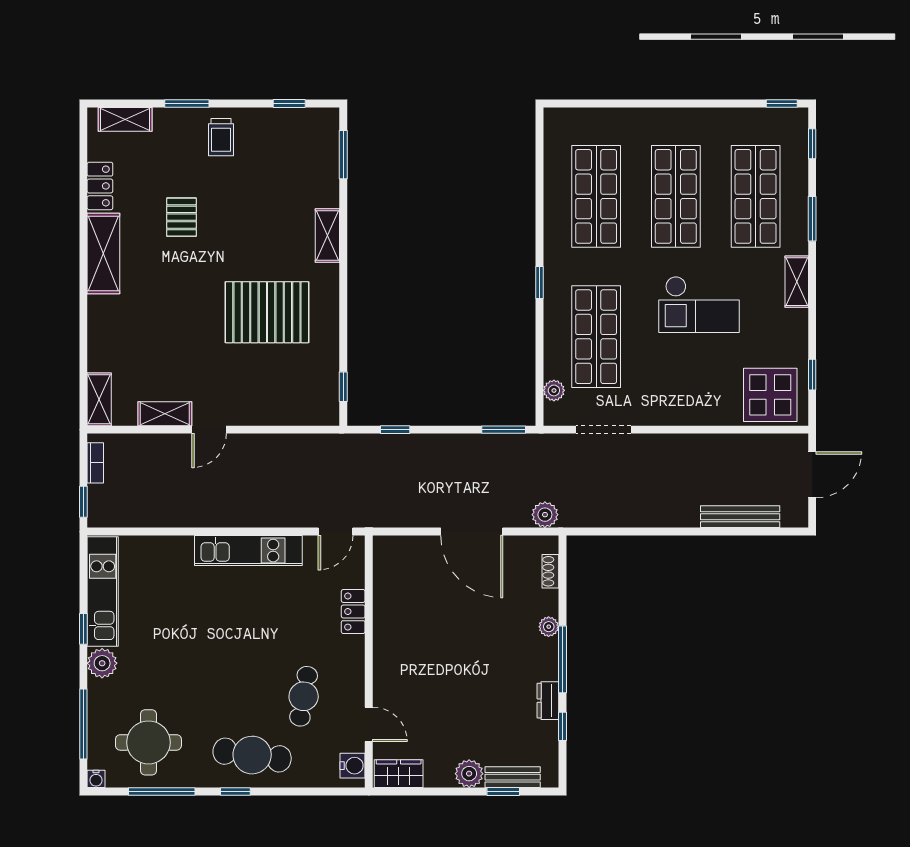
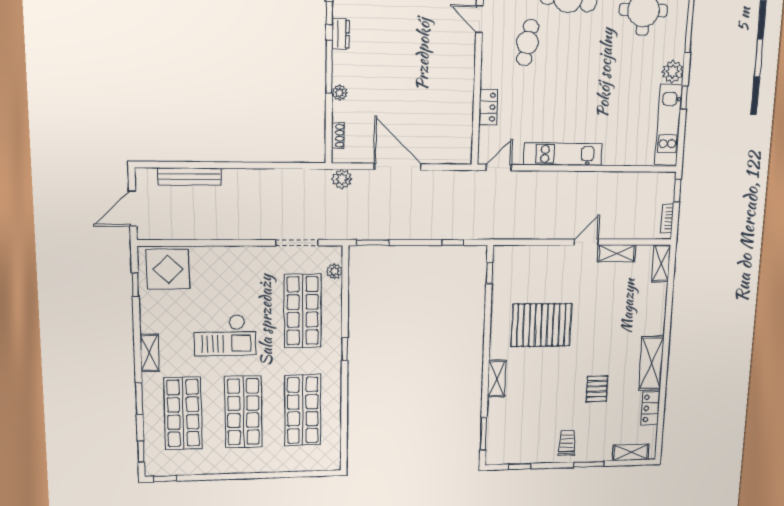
checkout: (699, 304) -> (225, 335), turned 180

